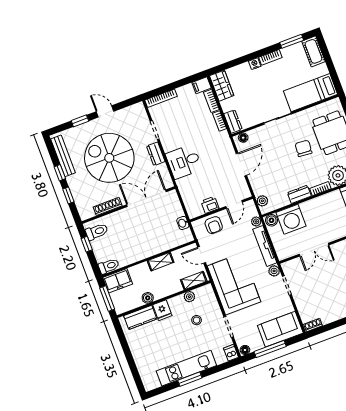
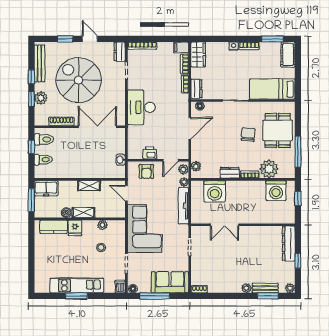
dresser: (156, 154) -> (120, 52), moved
desk: (184, 162) -> (141, 107), width x1.37
plant: (78, 191) -> (41, 98), added
boiler: (272, 220) -> (198, 186), removed
toilet: (109, 266) -> (43, 160), moved
plant: (274, 271) -> (183, 169), moved
shelving: (194, 281) -> (83, 213), moved

